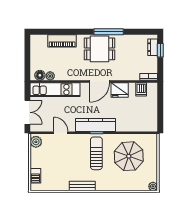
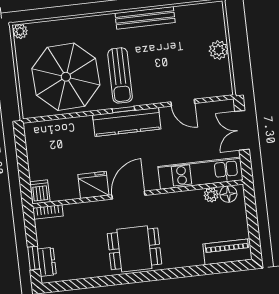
window: (109, 32) -> (123, 279), removed
piano: (62, 41) -> (227, 252), moved
dishwasher: (141, 89) -> (40, 192), moved
plant: (36, 142) -> (219, 50), moved
parasol: (129, 156) -> (66, 77), width x1.36, depth x1.36
barbecue: (35, 176) -> (217, 27), removed
bench: (82, 186) -> (145, 18), width x1.36

